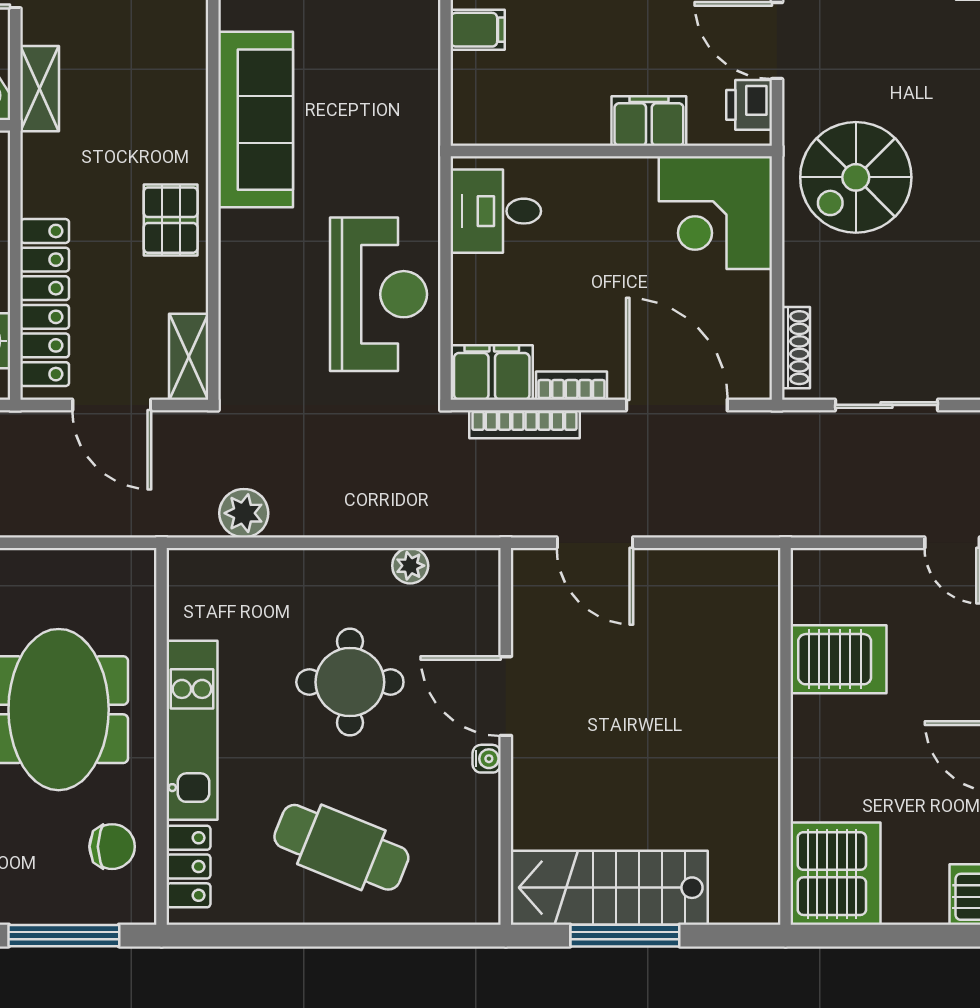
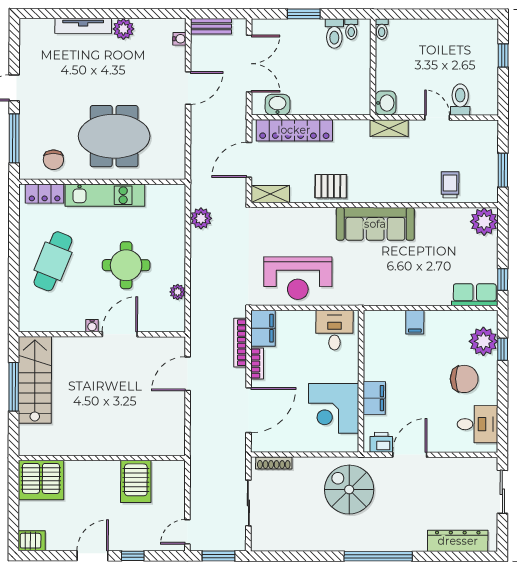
corner desk: (715, 213) -> (334, 408), moved, turned -90

